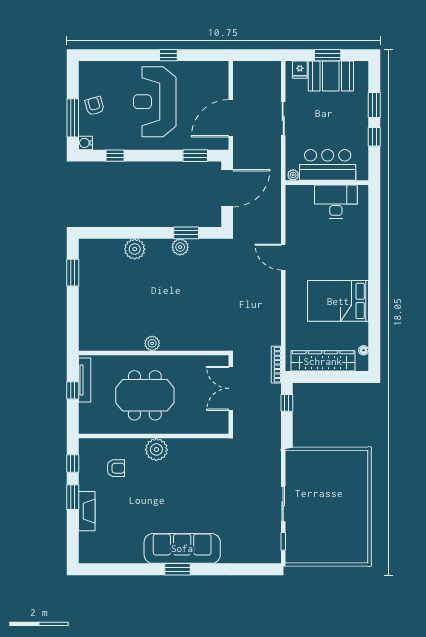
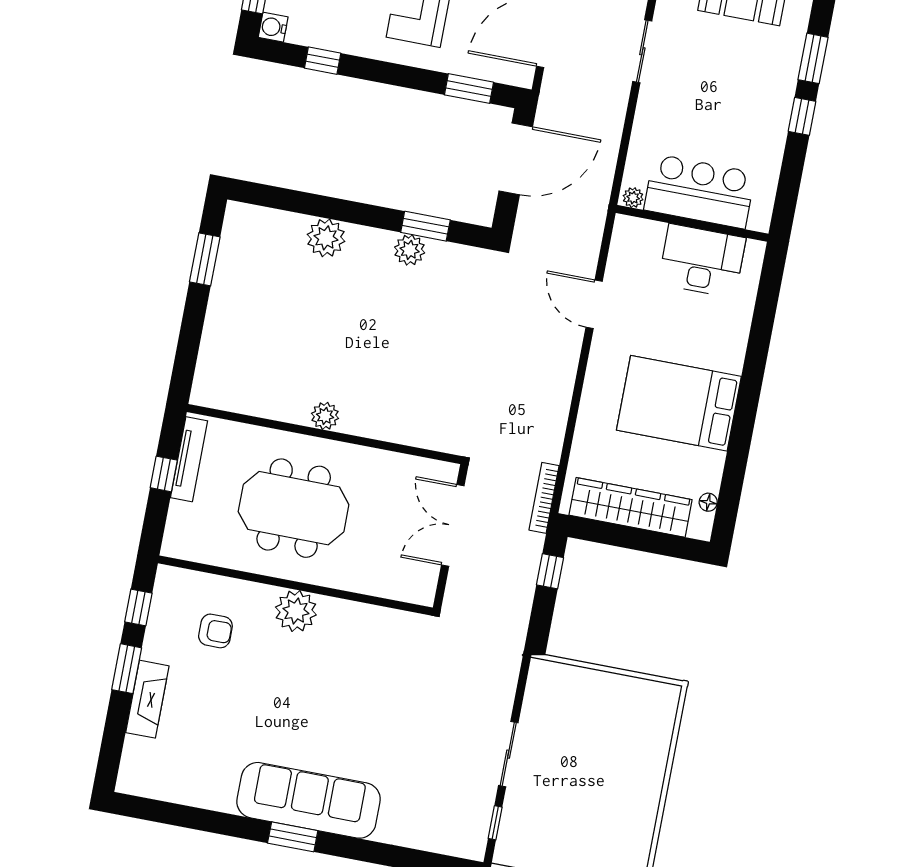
bar counter: (328, 165) -> (700, 191), moved
plant: (293, 175) -> (633, 198), moved
wall: (327, 183) -> (692, 223), moved
desk: (336, 201) -> (702, 261), moved

